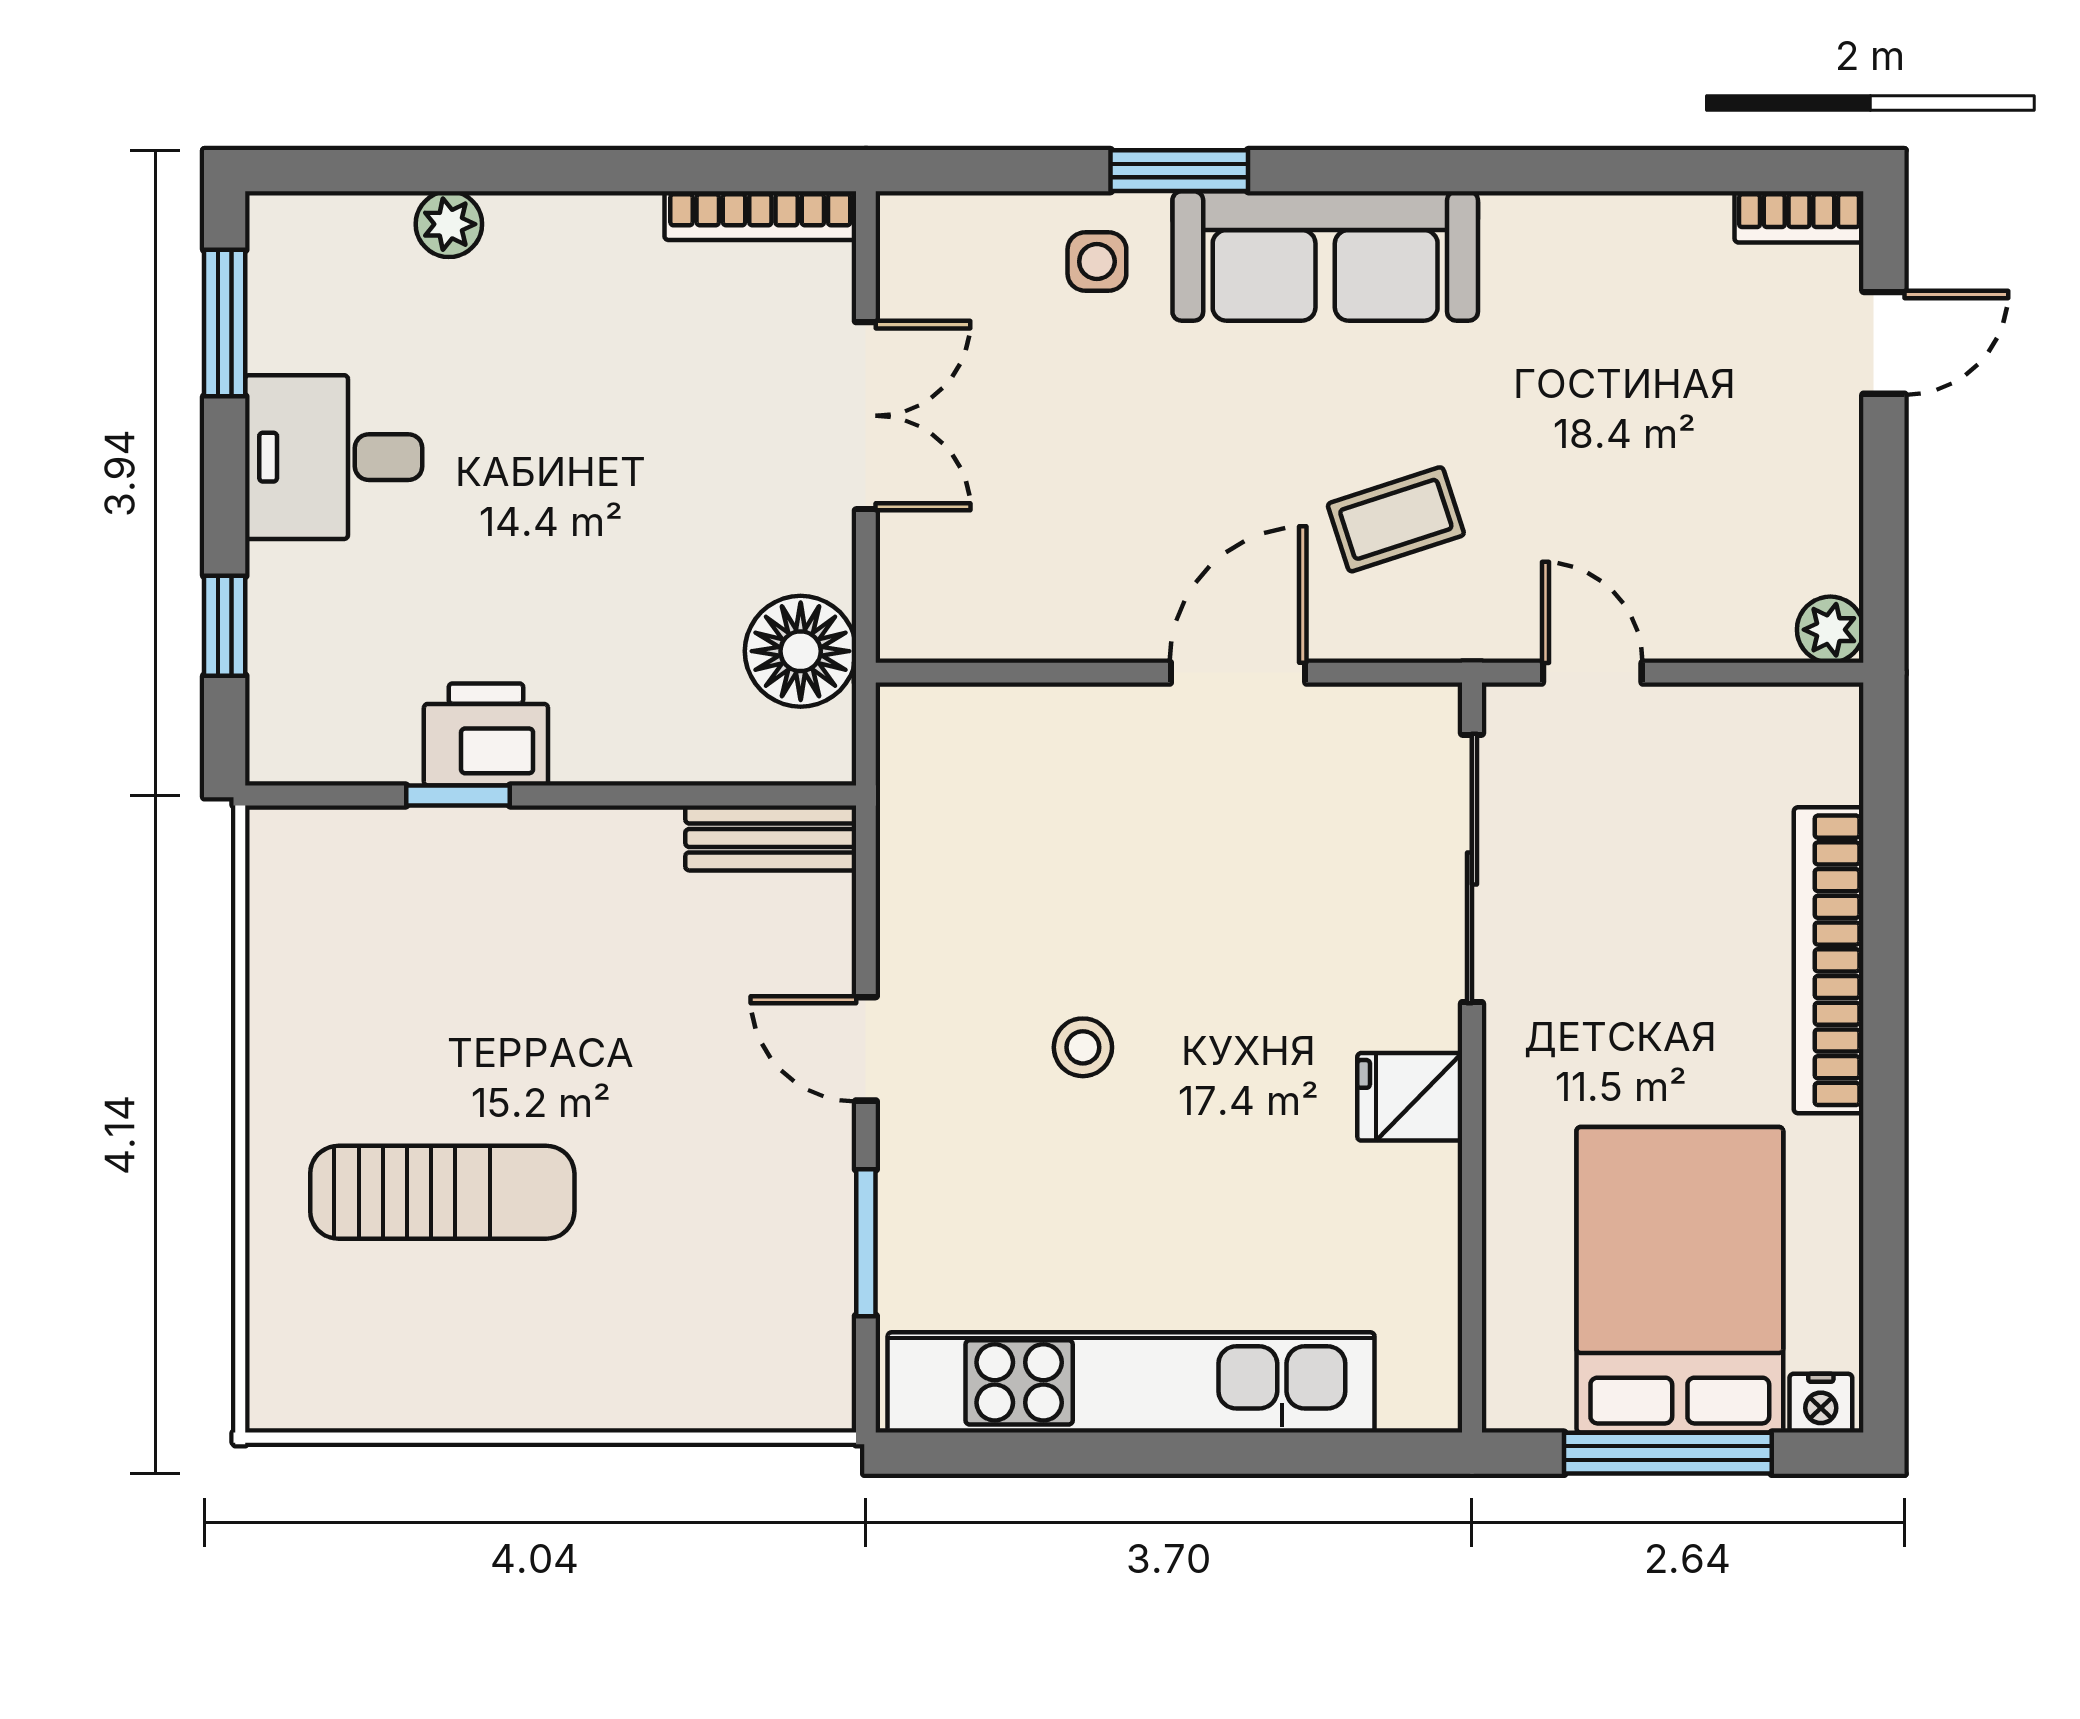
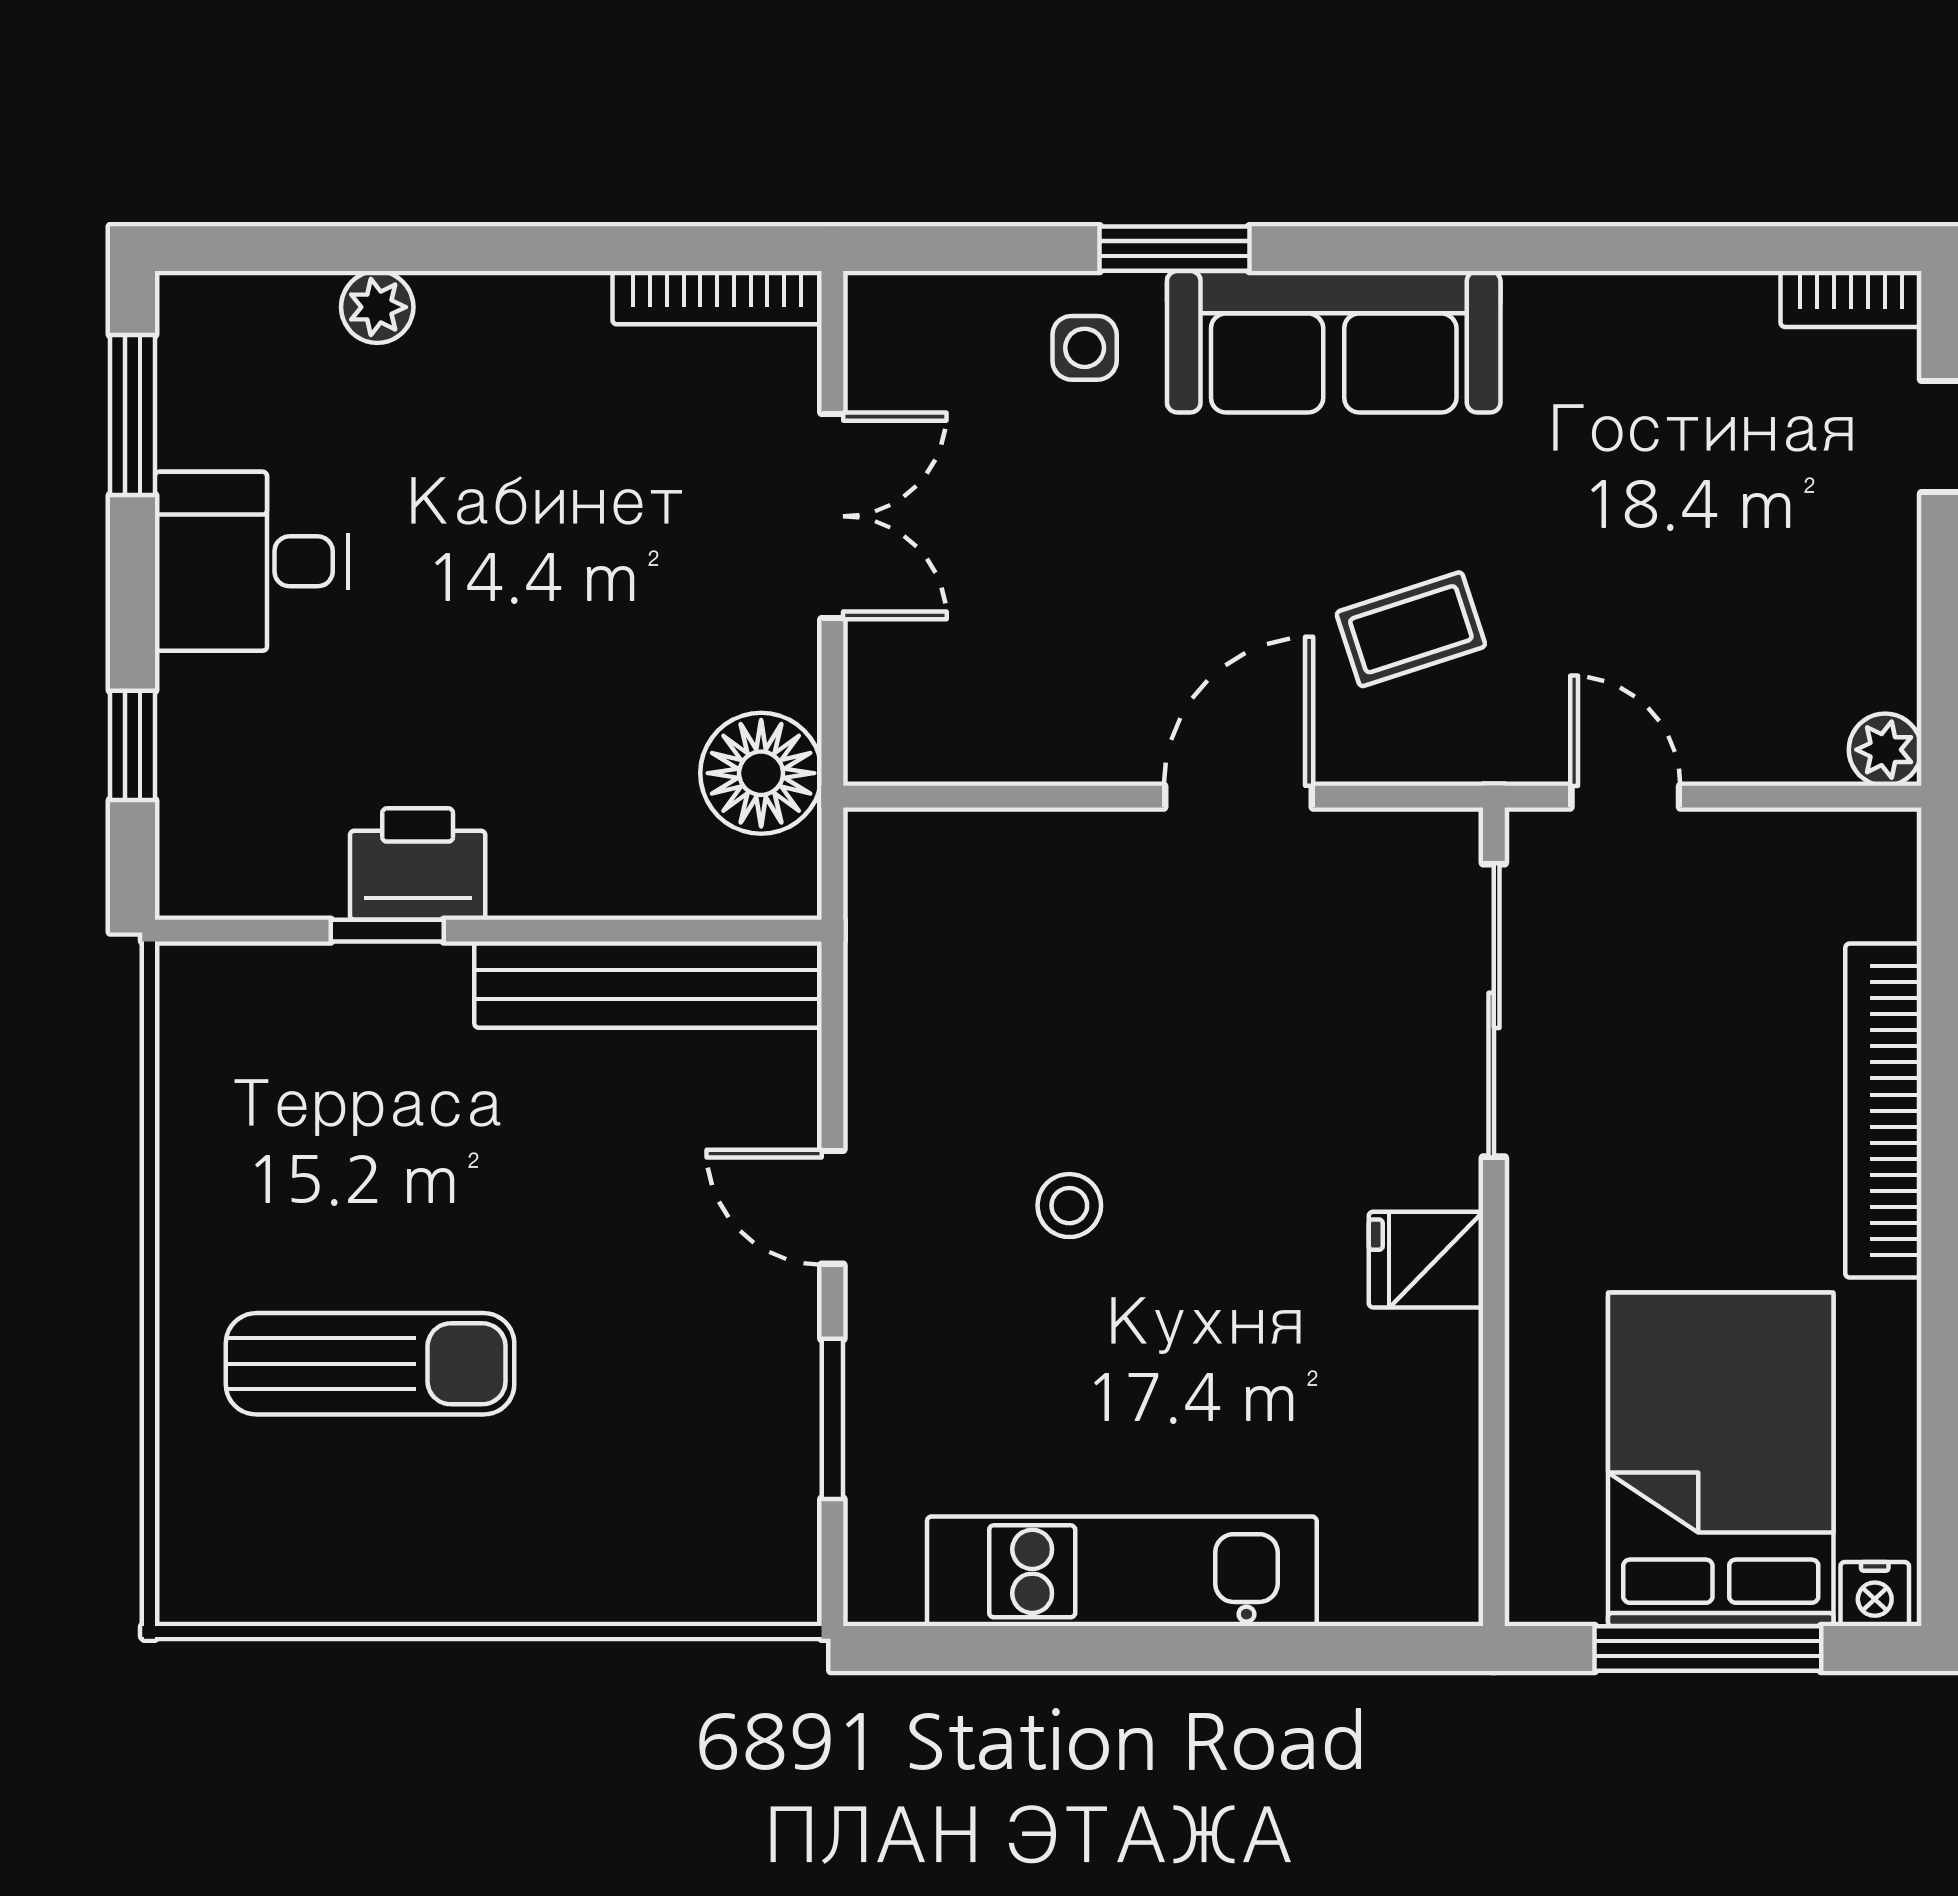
bench: (771, 838) -> (648, 985), width x1.86, depth x1.21
kitchen unit: (1131, 1382) -> (1122, 1571), width x0.73

